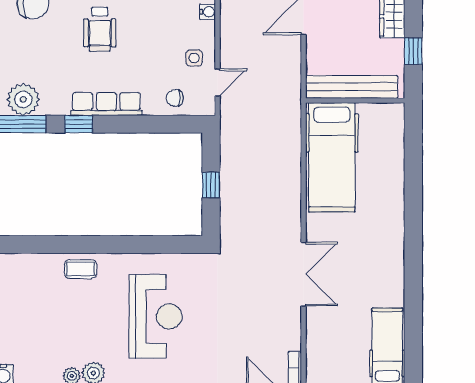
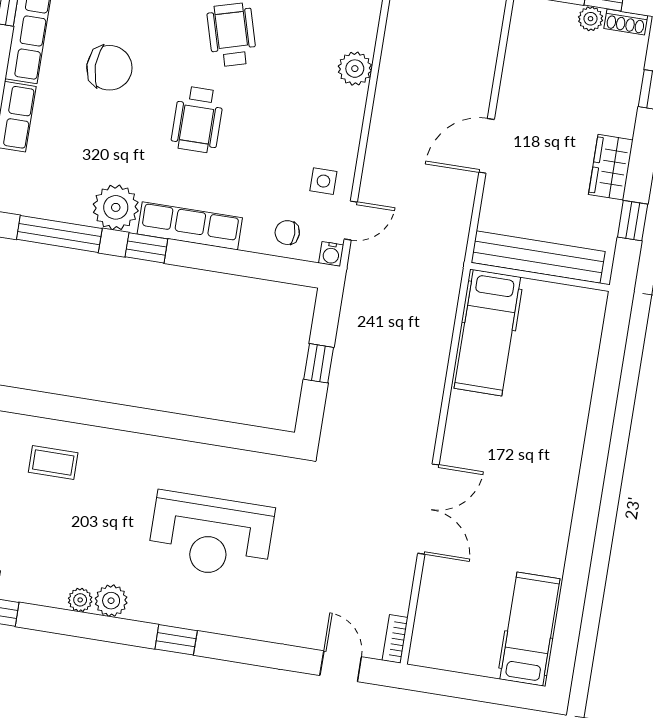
water cooler: (208, 12) -> (331, 254), moved, turned 90
plant: (23, 99) -> (116, 207), moved
hospital bed: (332, 157) -> (487, 333), width x0.73, depth x0.78
coffee table: (81, 269) -> (53, 462), moved
reception desk: (155, 316) -> (211, 535), turned 90

